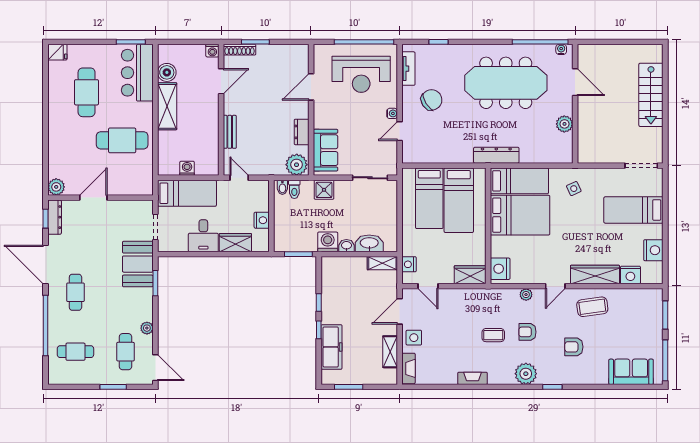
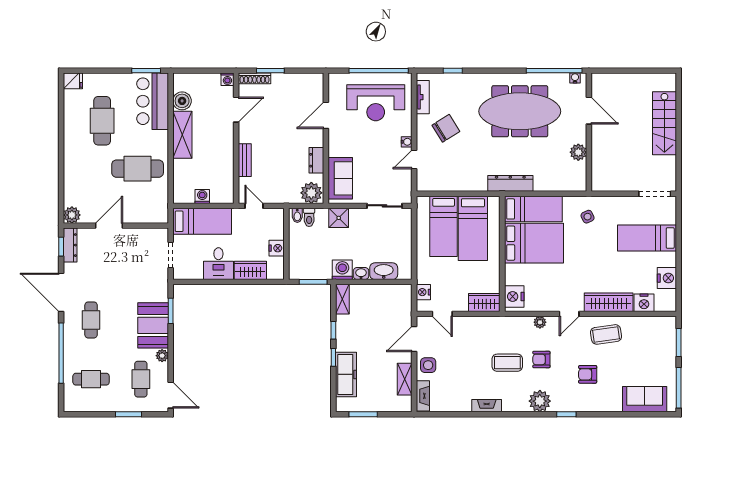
shelving: (382, 263) -> (342, 299), moved, turned 90
booth: (138, 264) -> (153, 325), moved
coffee table: (493, 335) -> (507, 363), width x1.36, depth x1.30

